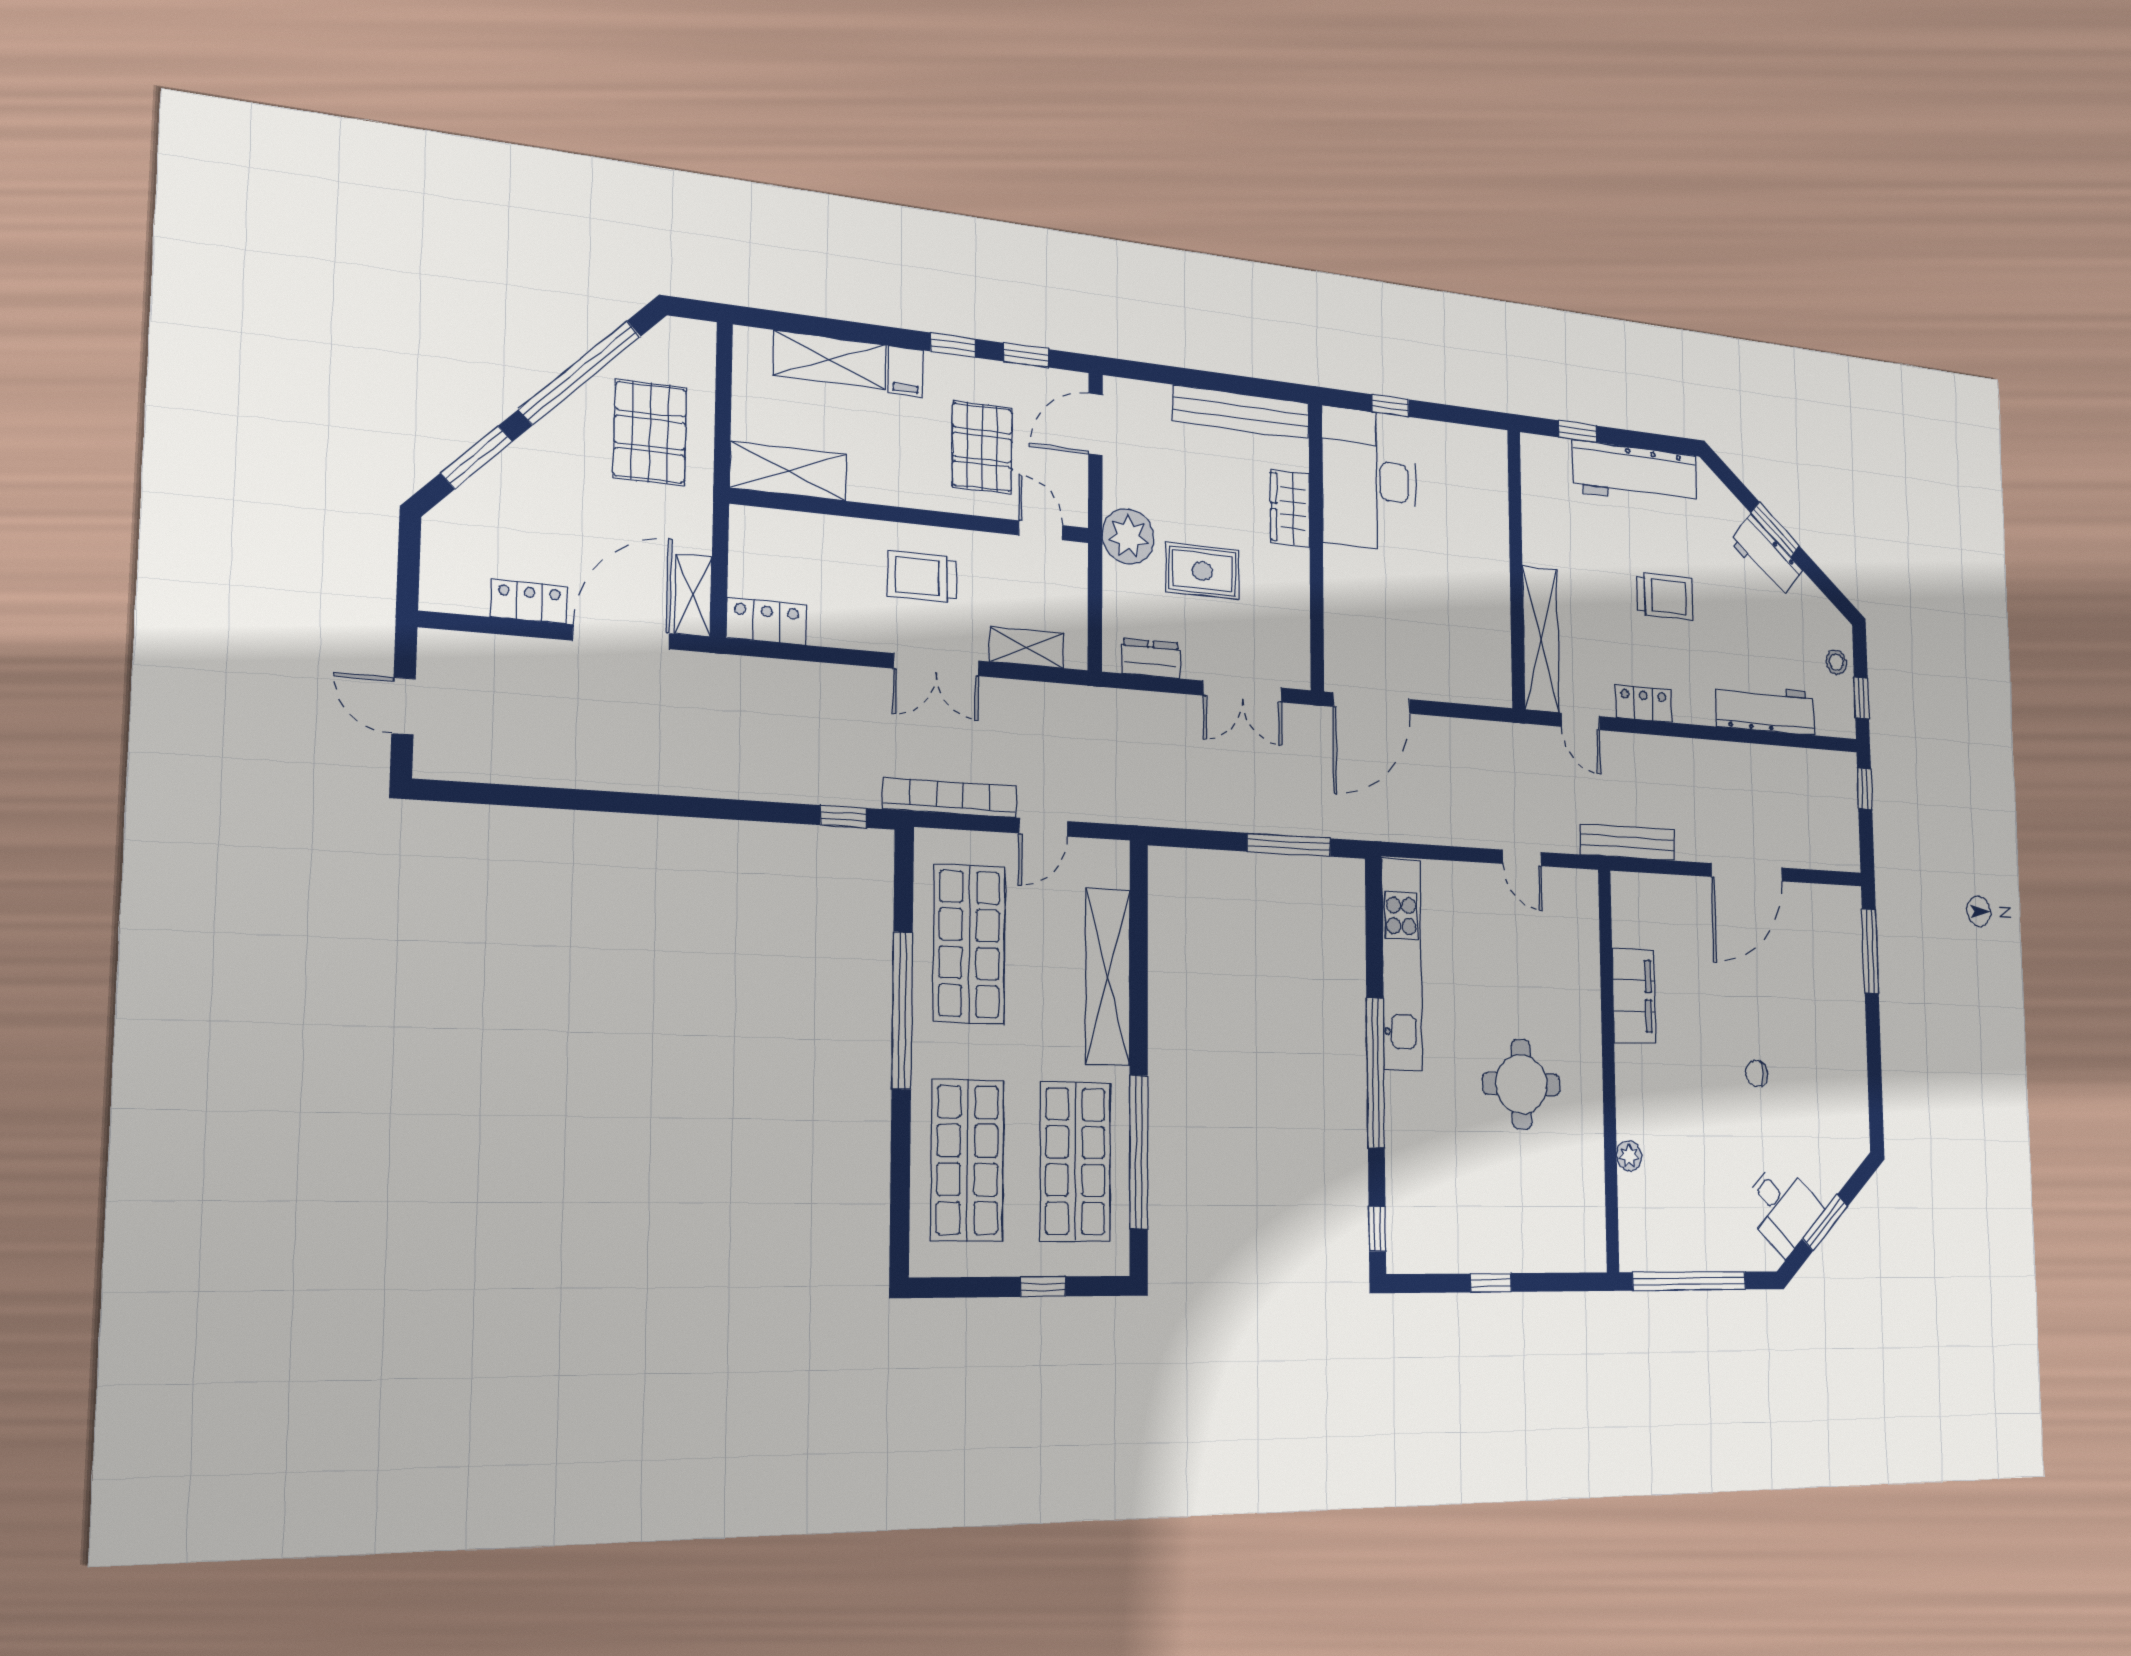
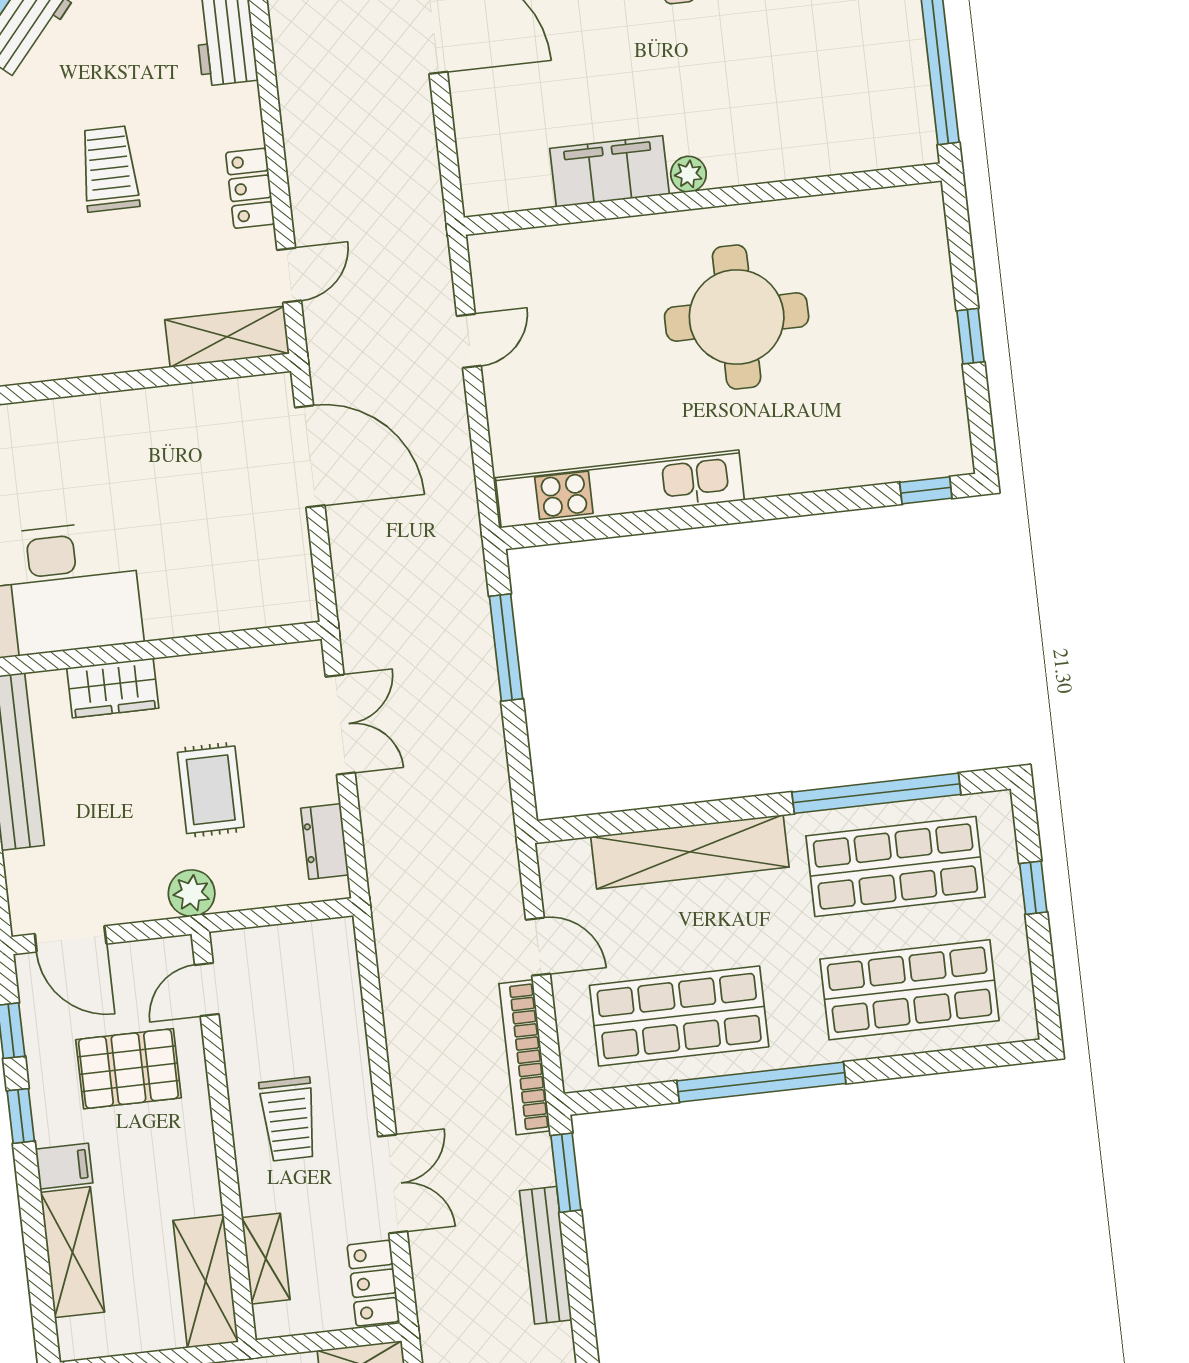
plant: (1128, 536) -> (192, 893), width x0.73, depth x0.73
shelving: (1541, 639) -> (227, 337), width x0.68
shelving: (1027, 648) -> (266, 1259), moved
double door: (936, 665) -> (393, 1184), moved
door: (1371, 703) -> (310, 456), moved
window: (844, 817) -> (566, 1173), width x1.50
bench: (1628, 842) -> (546, 1255), moved
window: (1376, 1073) -> (749, 510), removed
round table: (1521, 1084) -> (737, 317), width x1.36, depth x1.36
plant: (1629, 1156) -> (688, 174), moved

